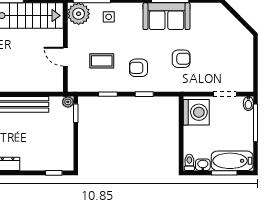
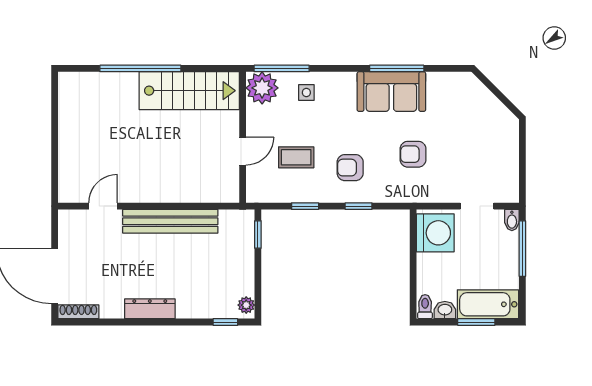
door: (65, 57) -> (243, 151), swing flipped
armchair: (181, 59) -> (413, 154), turned 180
plant: (68, 102) -> (246, 305), moved

